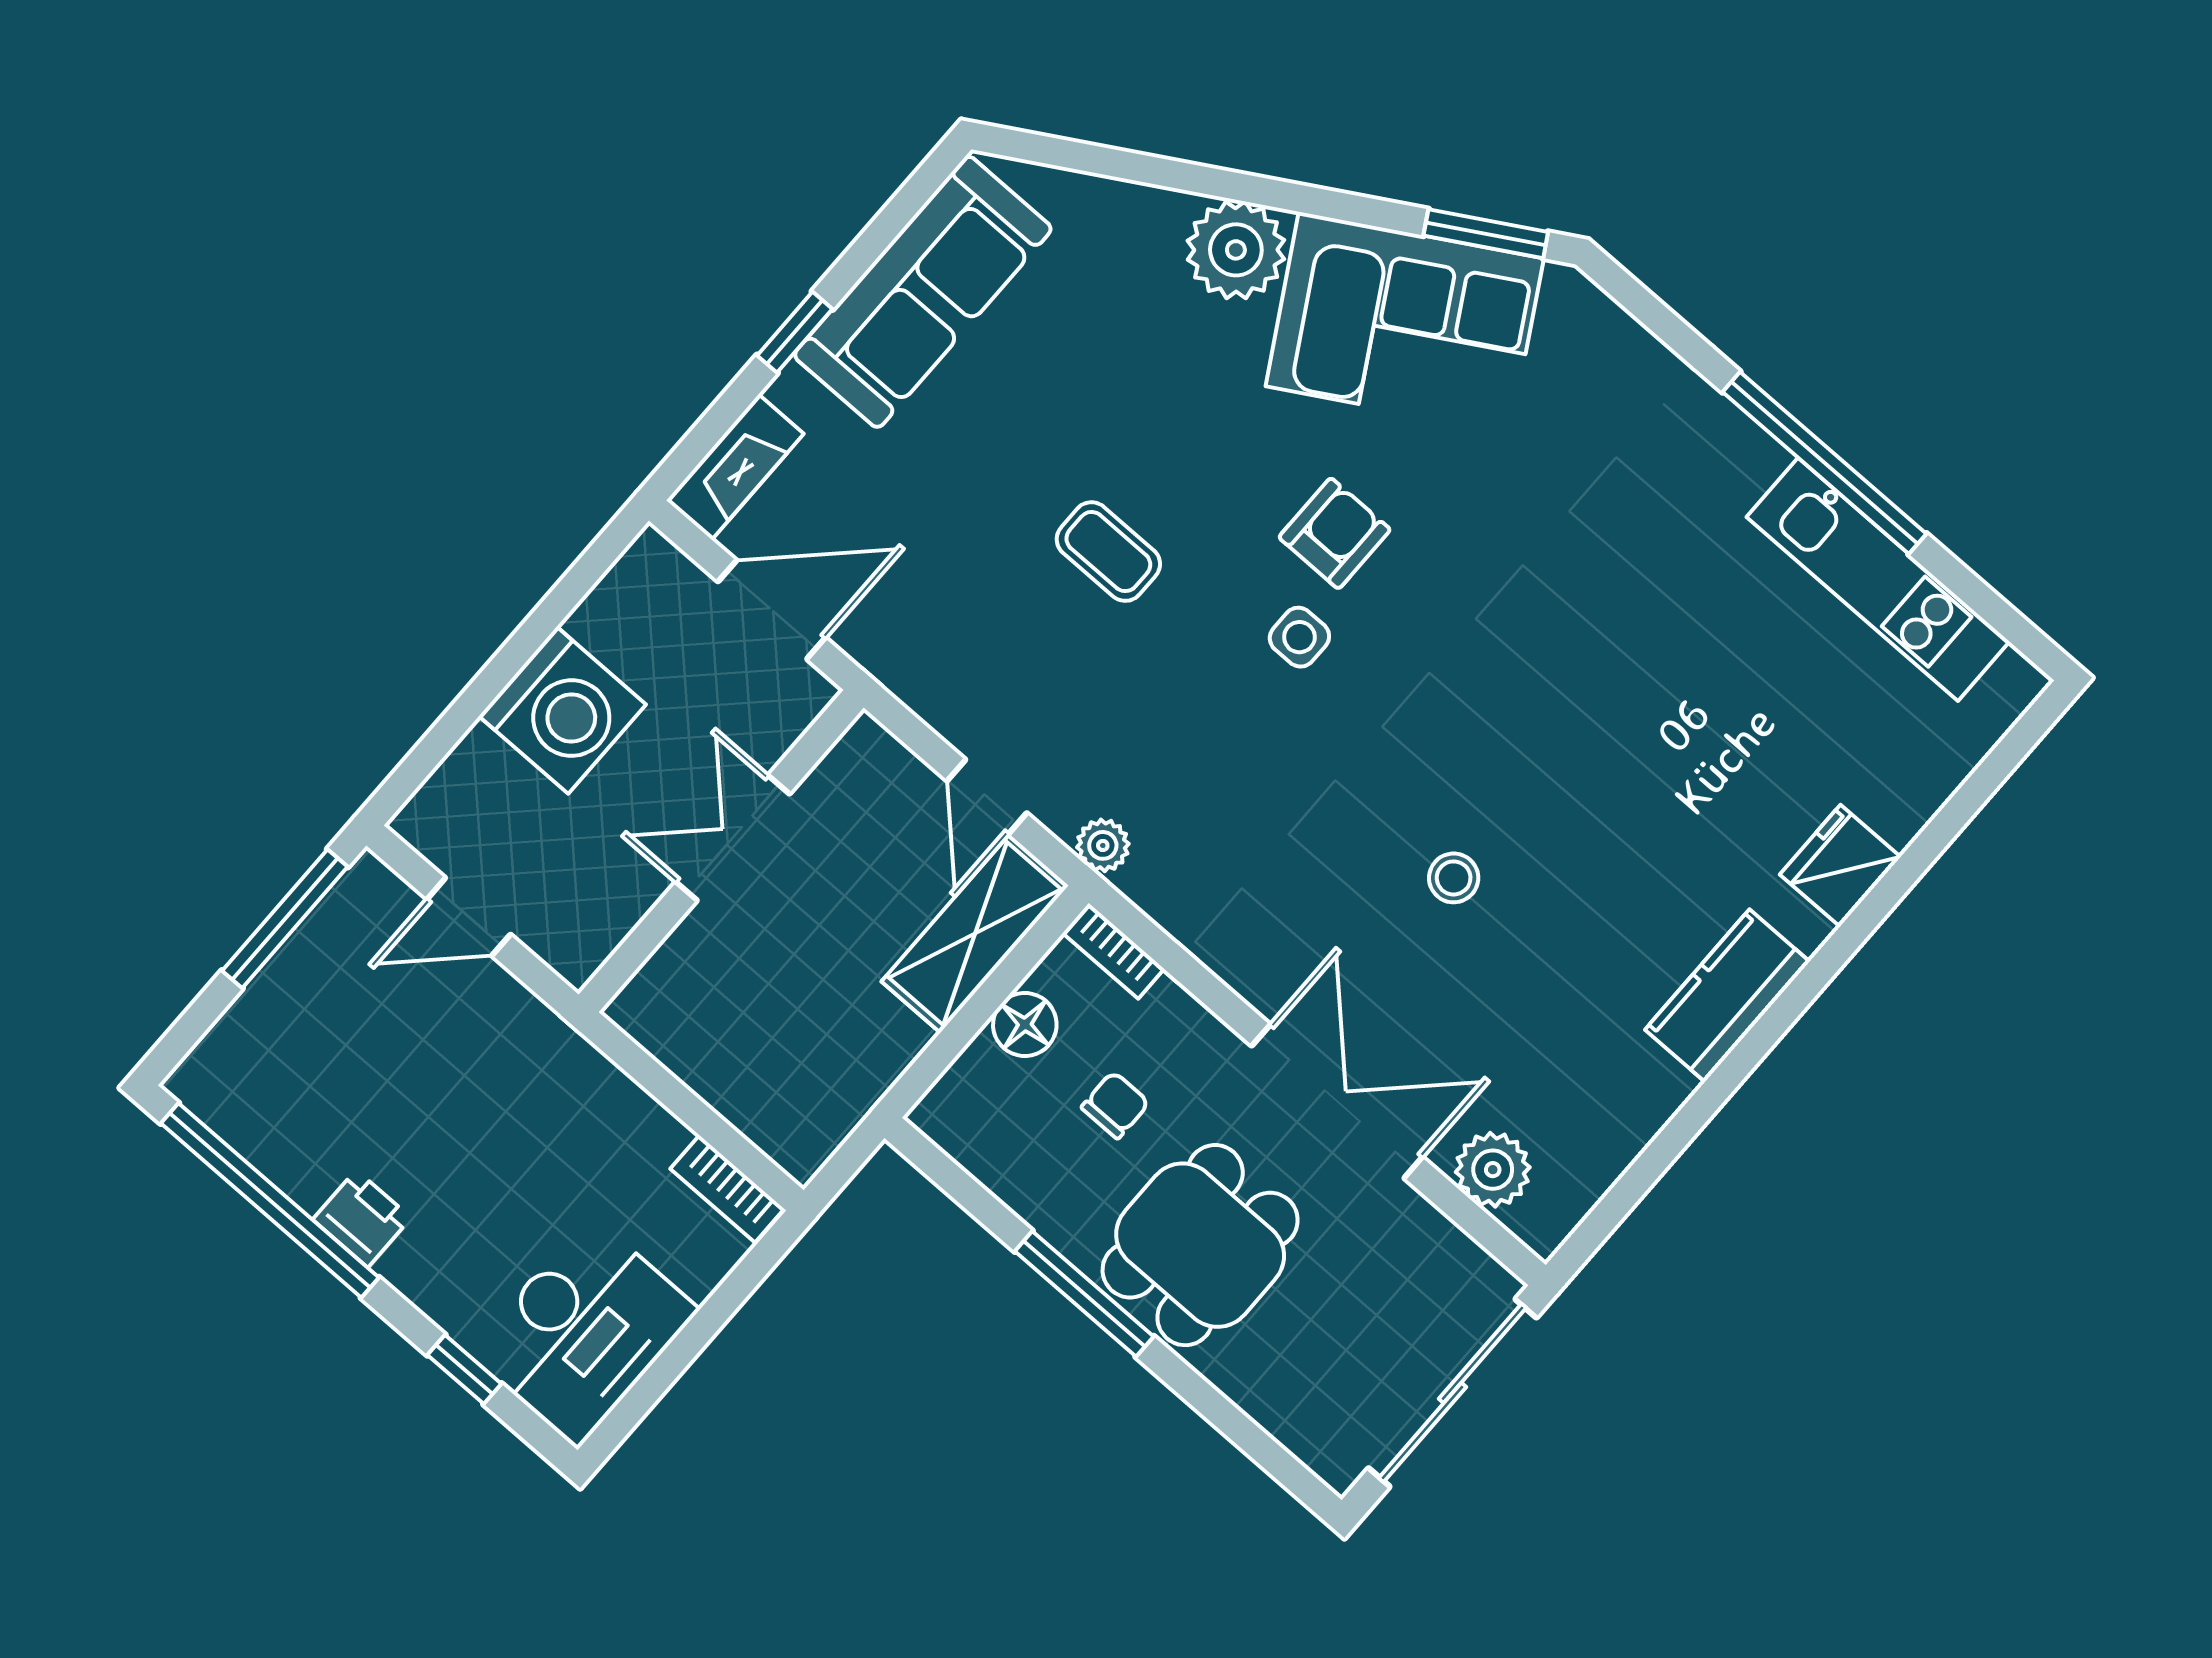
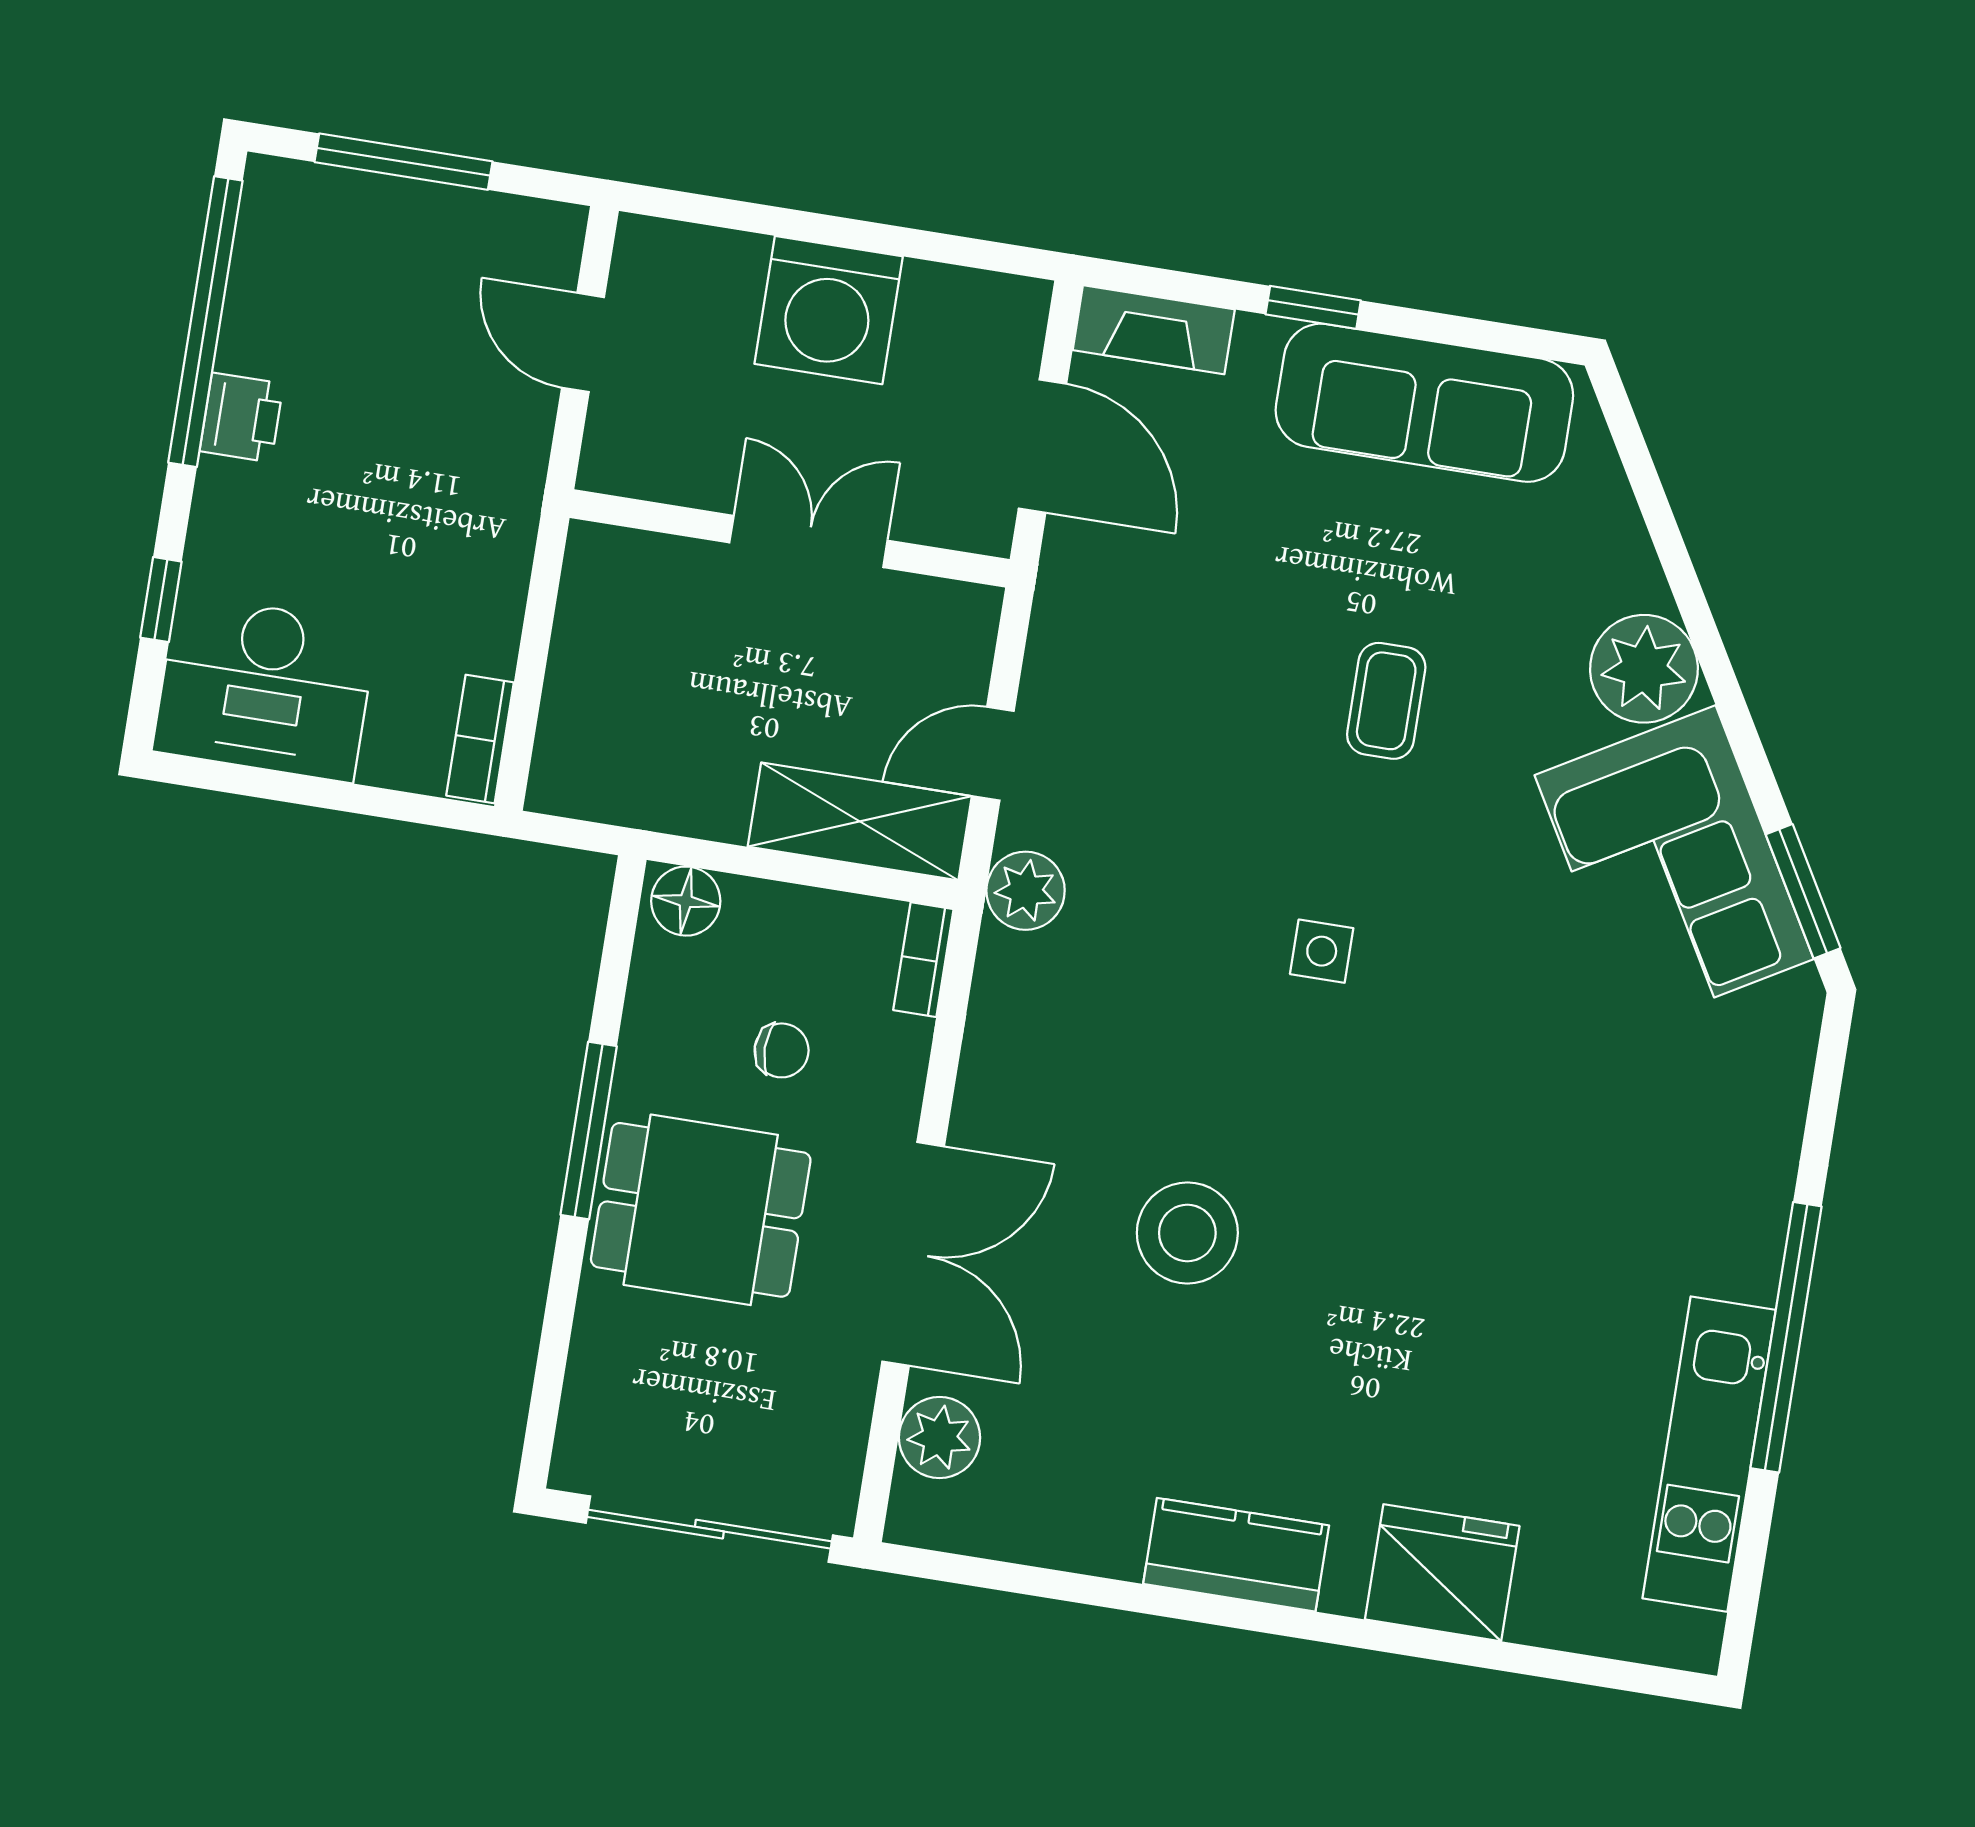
armchair: (1335, 533) -> (1438, 924), removed
coffee table: (1108, 552) -> (1386, 701), moved
plant: (1103, 845) -> (1026, 891), width x1.38, depth x1.38
fridge: (1840, 866) -> (1442, 1573), width x1.36, depth x1.34
stool: (1454, 878) -> (1187, 1233), width x1.89, depth x1.89
window: (285, 919) -> (404, 162), moved
floor lamp: (1025, 1025) -> (686, 901), moved

